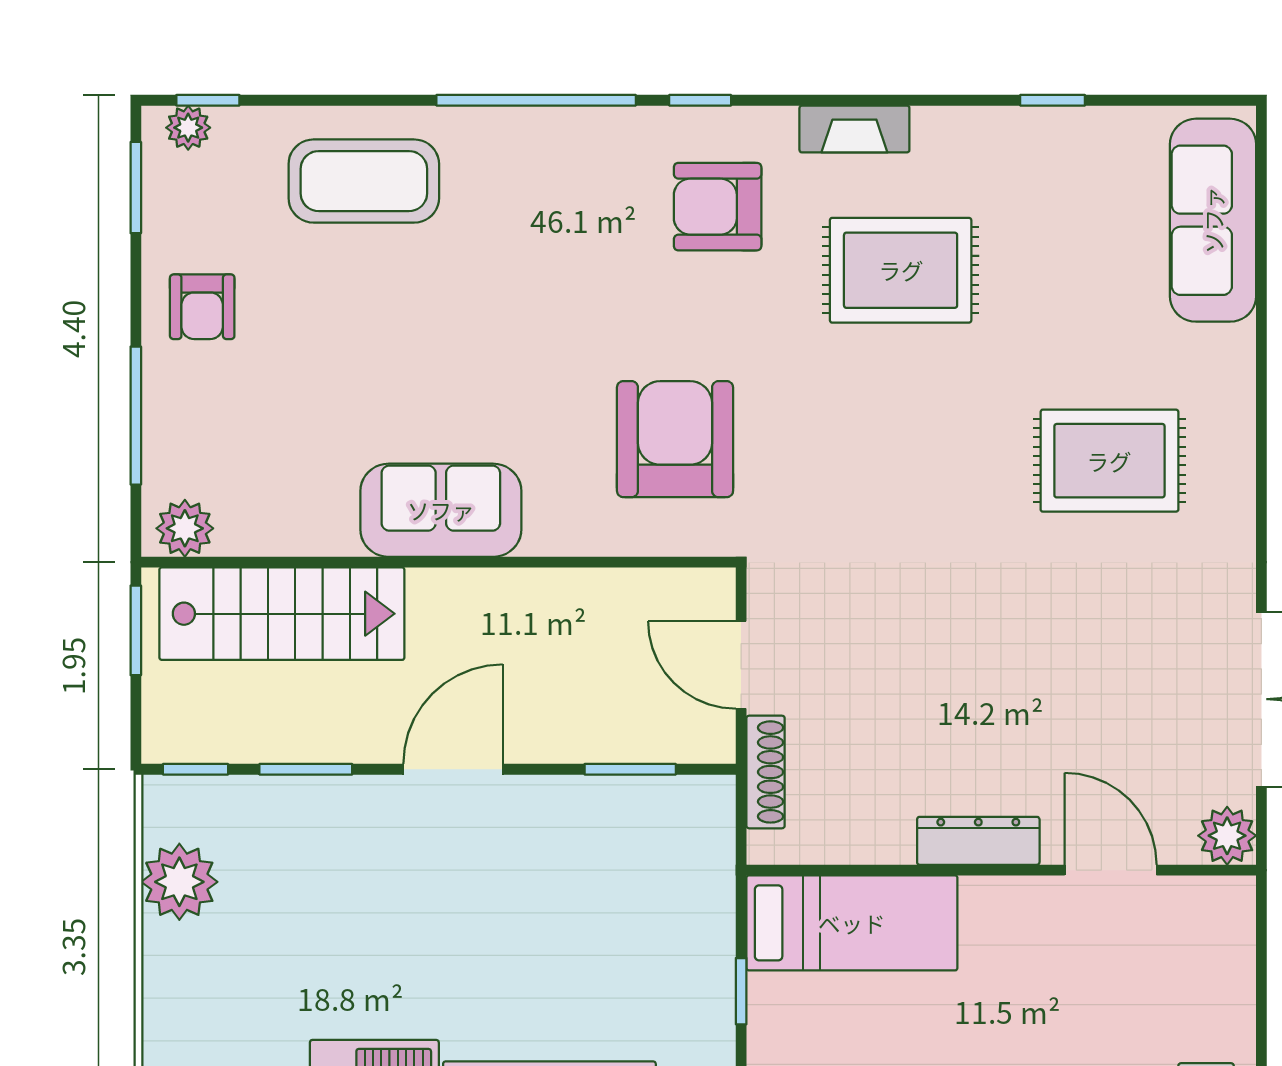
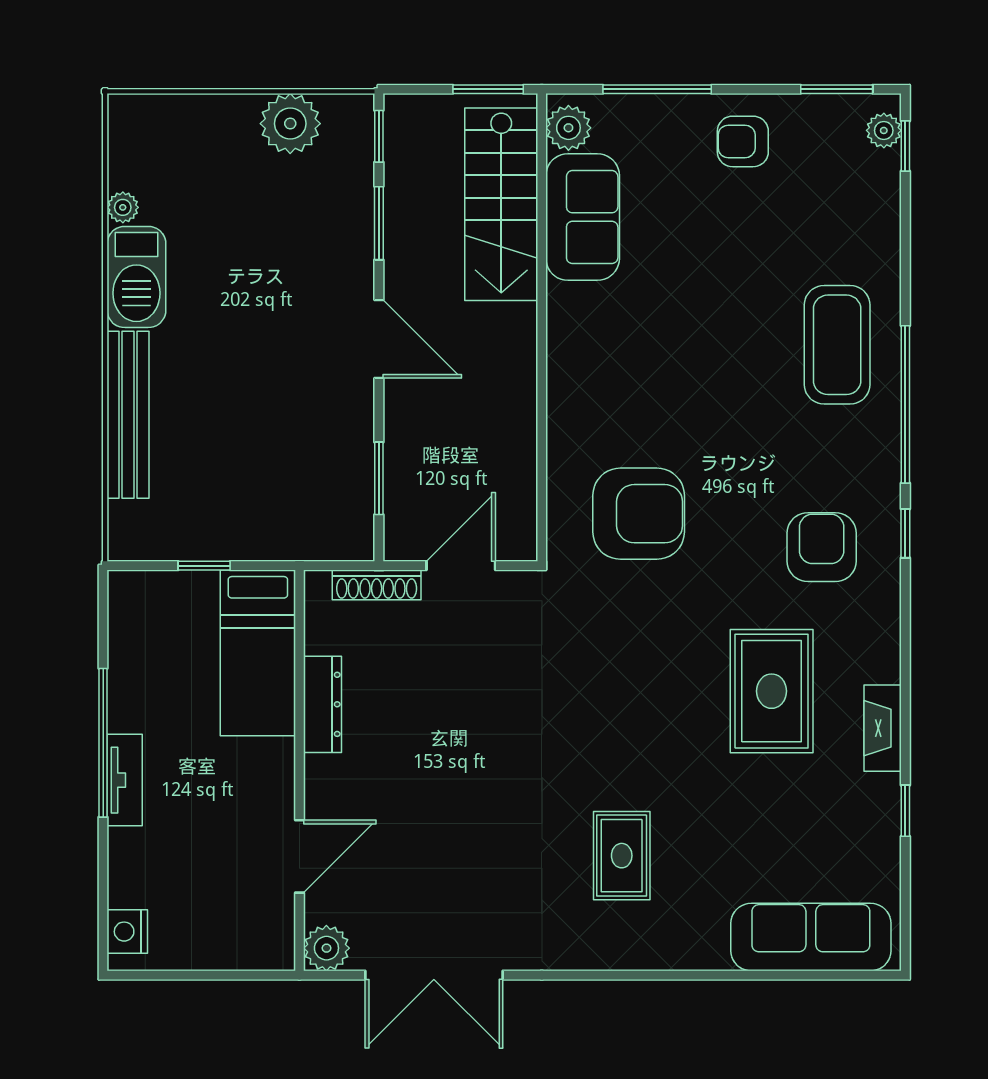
fireplace: (854, 129) -> (883, 728), moved
coffee table: (364, 181) -> (837, 345), moved
rug: (1109, 461) -> (622, 856), width x0.73, depth x0.70
sofa: (441, 510) -> (583, 217), moved
dresser: (978, 841) -> (322, 704), moved

